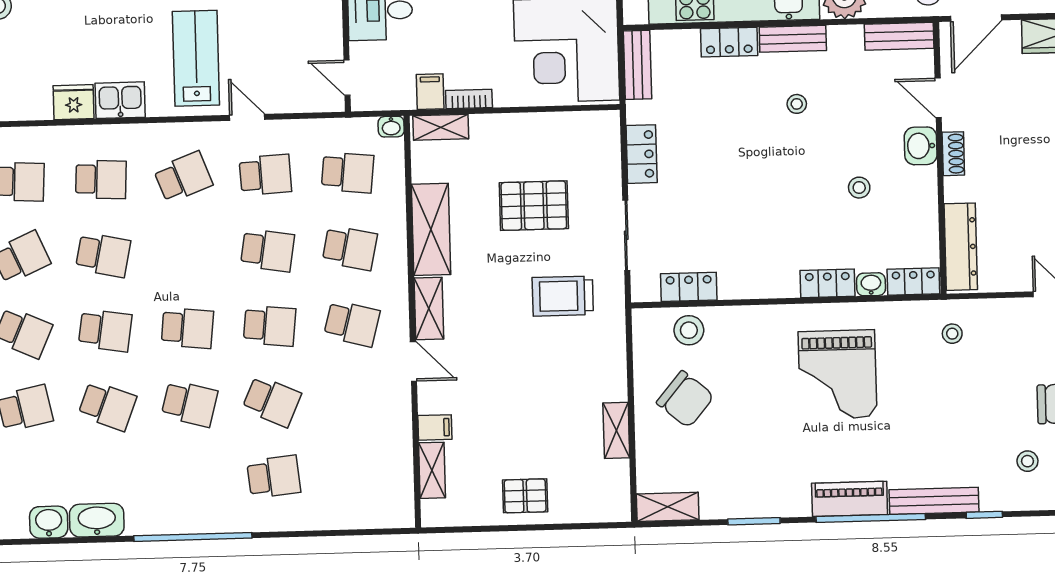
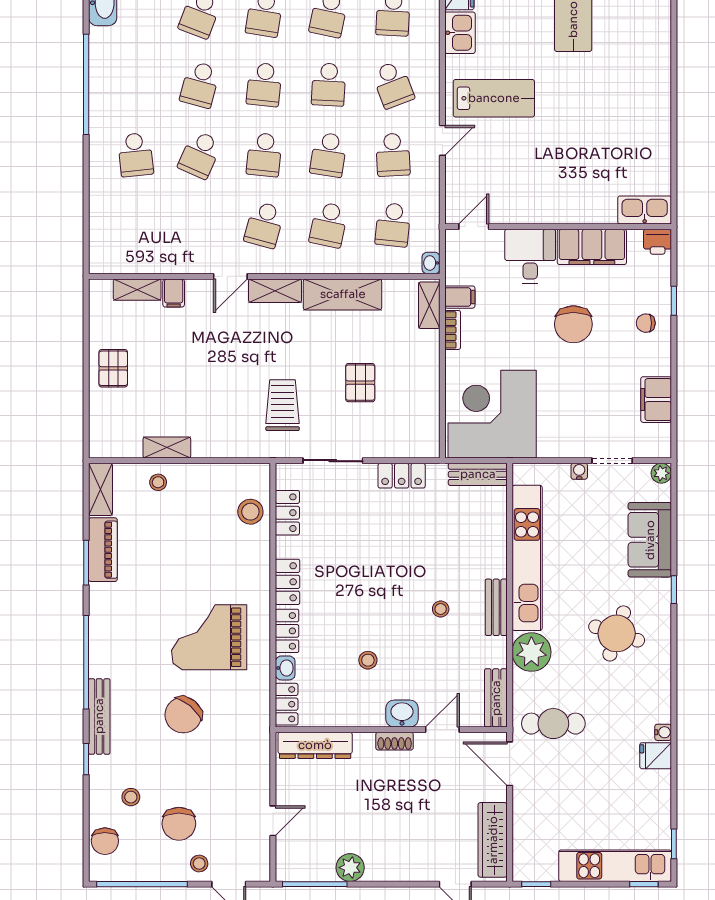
locker: (729, 42) -> (288, 582), moved, turned 180
pallet: (534, 206) -> (360, 383), width x0.67, depth x0.71
school desk: (185, 253) -> (329, 85), added
stool: (952, 334) -> (158, 482), moved
chair: (685, 399) -> (183, 715), moved
piano: (850, 499) -> (103, 550), moved

